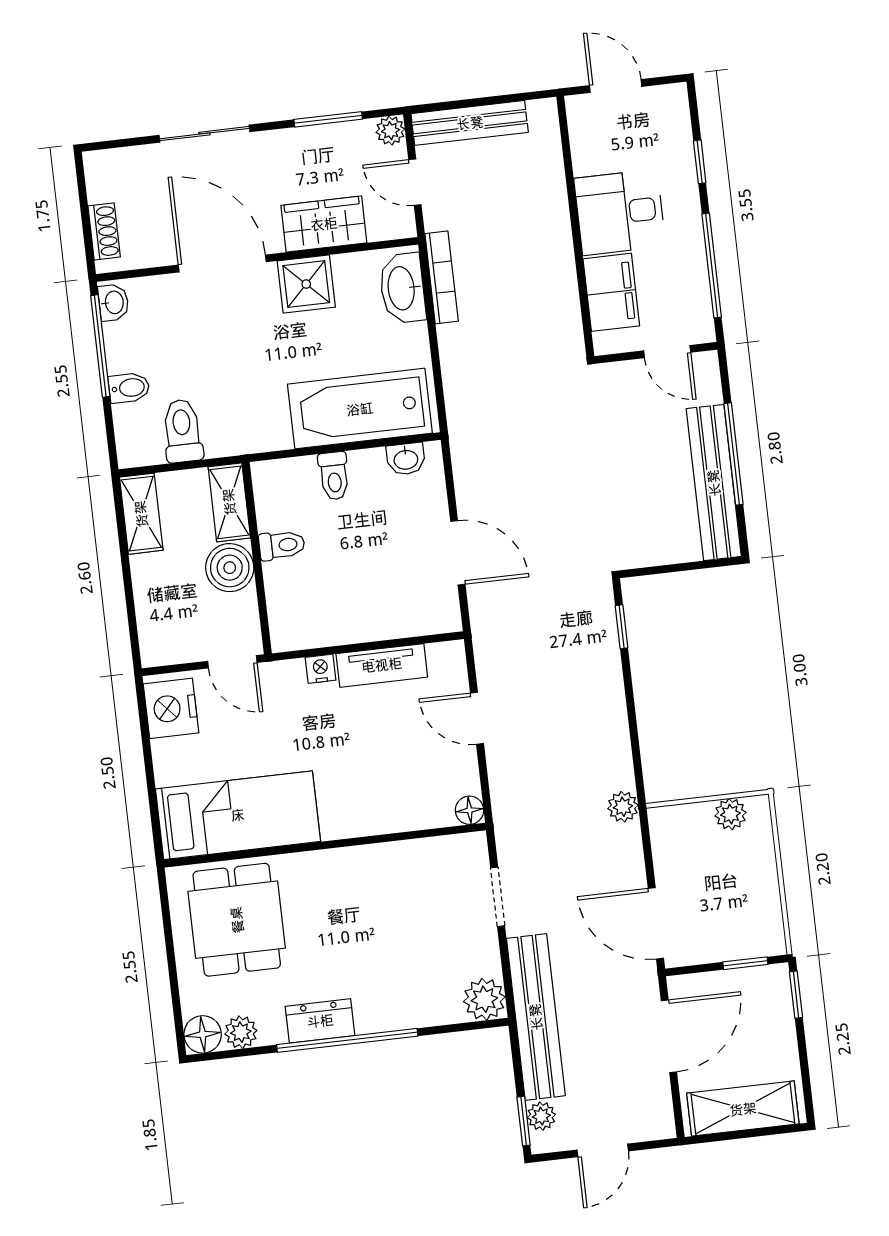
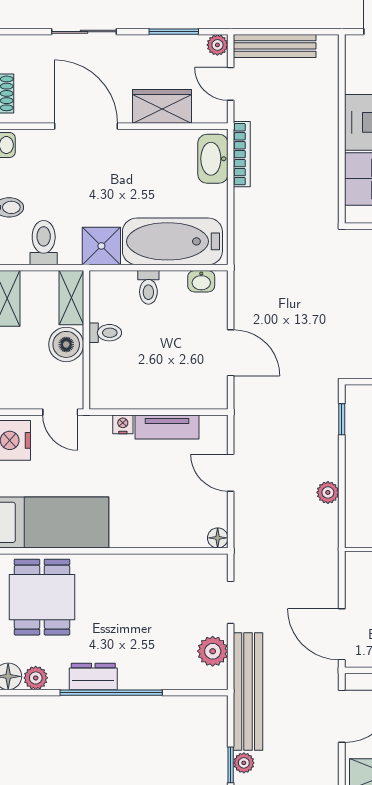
shower: (306, 284) -> (101, 246), moved
plant: (623, 807) -> (328, 492), moved
plant: (484, 999) -> (213, 651), moved

